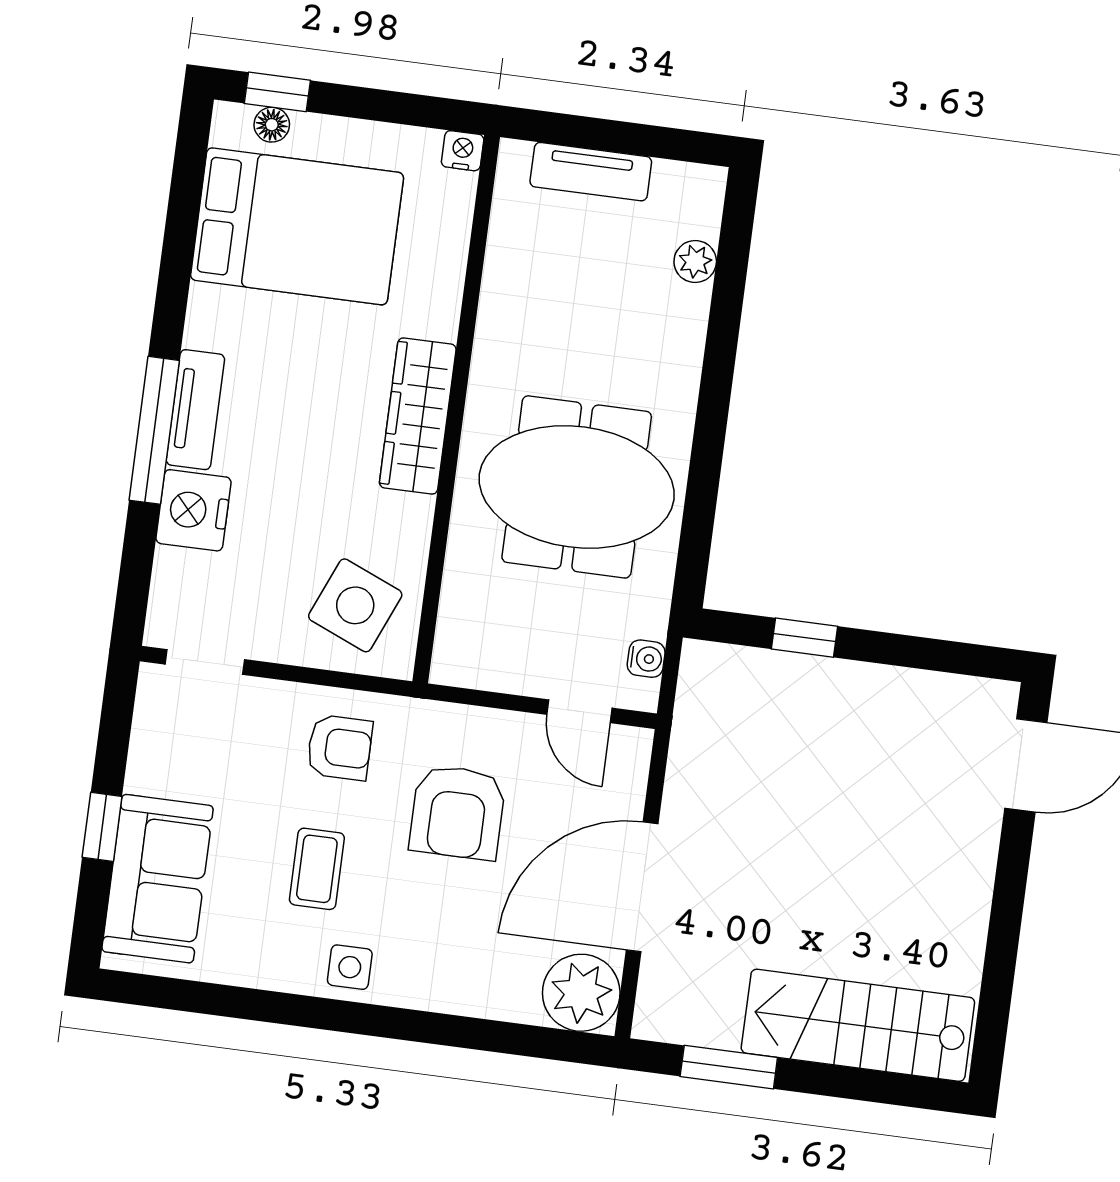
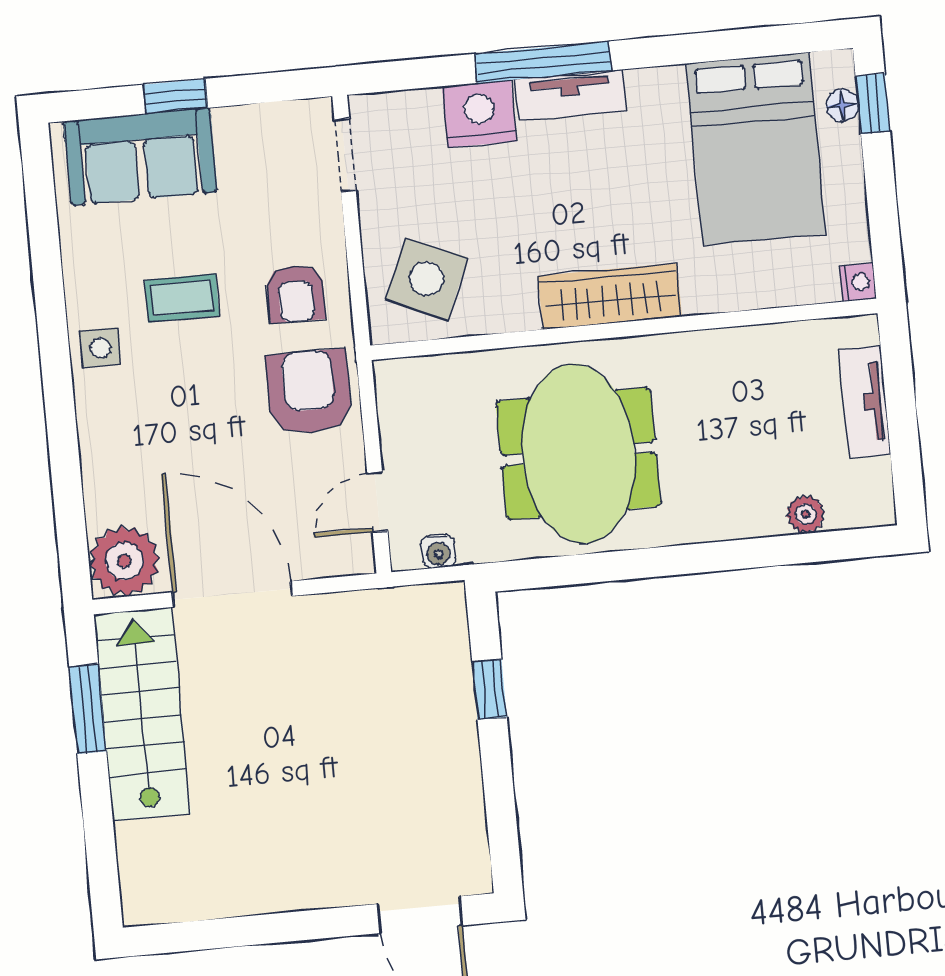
armchair: (458, 812) -> (309, 392), moved, turned 90
stairs: (858, 1025) -> (142, 714), moved

